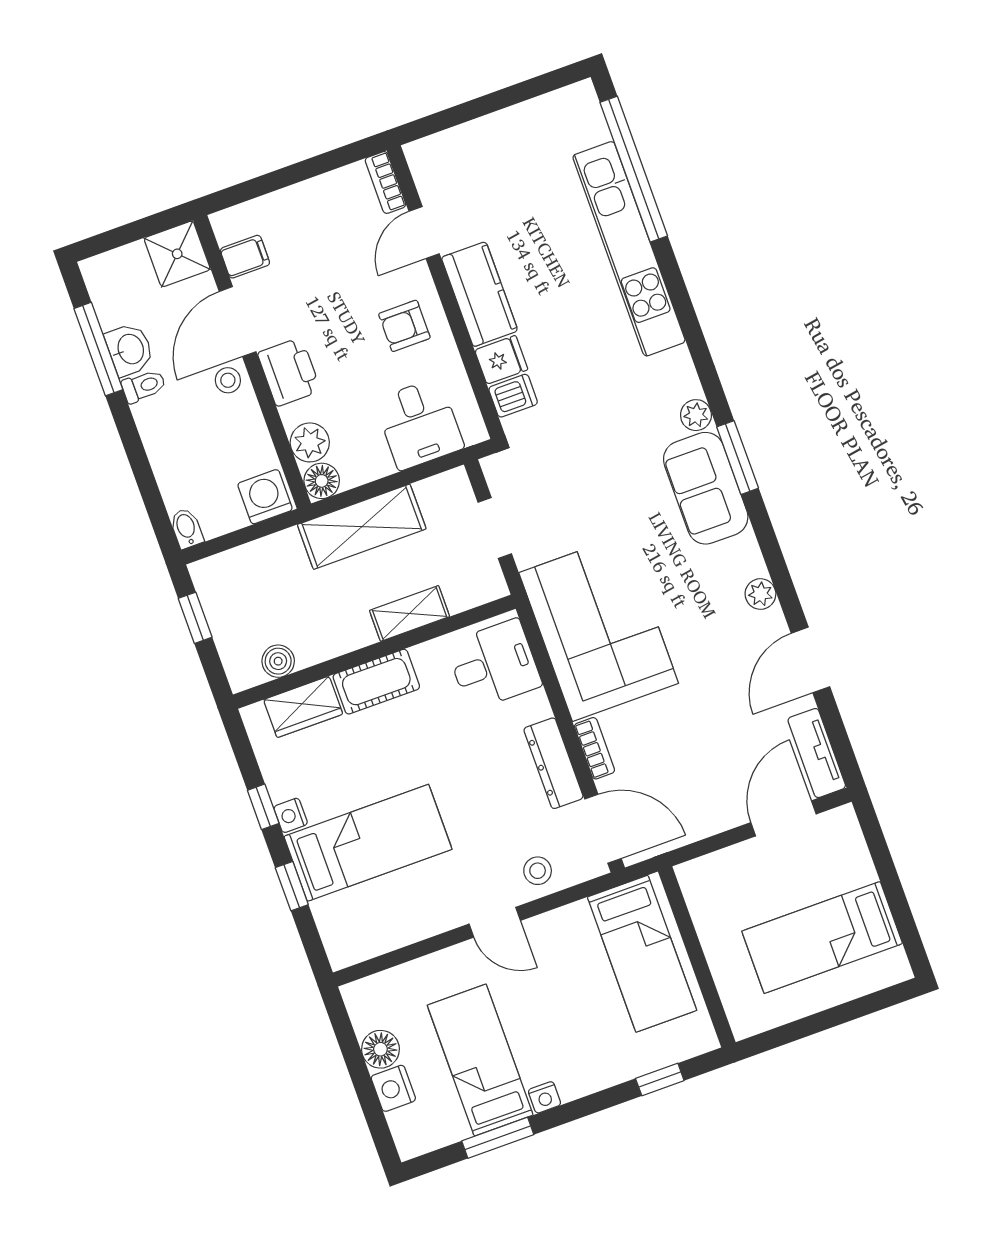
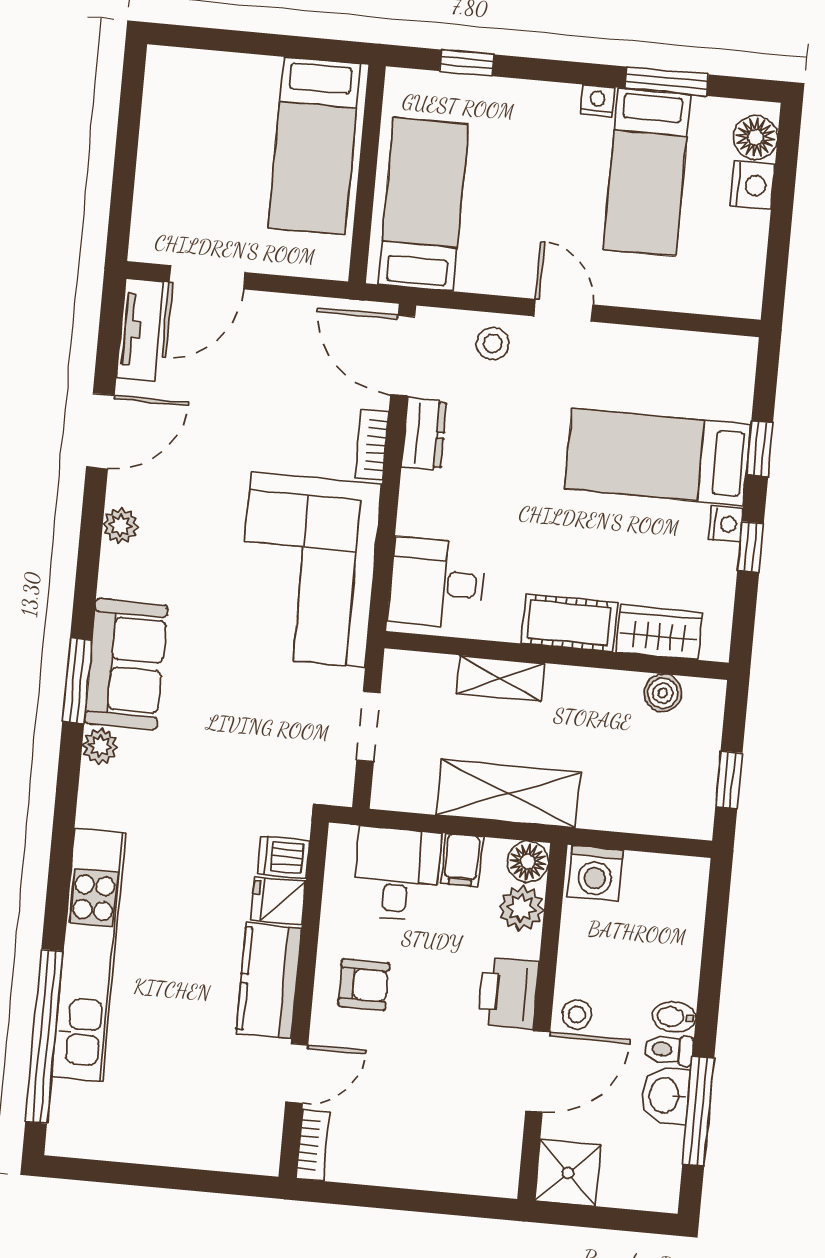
filing cabinet: (245, 257) -> (462, 860), moved, turned -90
bidet: (186, 528) -> (674, 1017), moved, turned 90
dresser: (553, 763) -> (424, 434), width x0.70
bed: (822, 937) -> (314, 146), moved, turned 90
floor lamp: (380, 1049) -> (755, 137), moved

